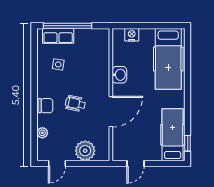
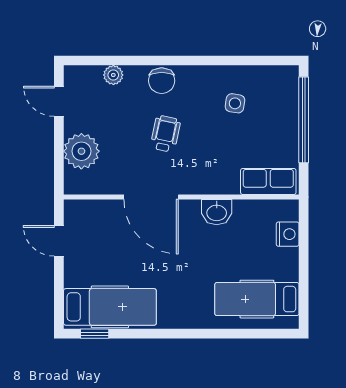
row of seats: (58, 36) -> (268, 181), moved, turned 90
hospital bed: (168, 59) -> (257, 299), width x0.73, depth x0.78

